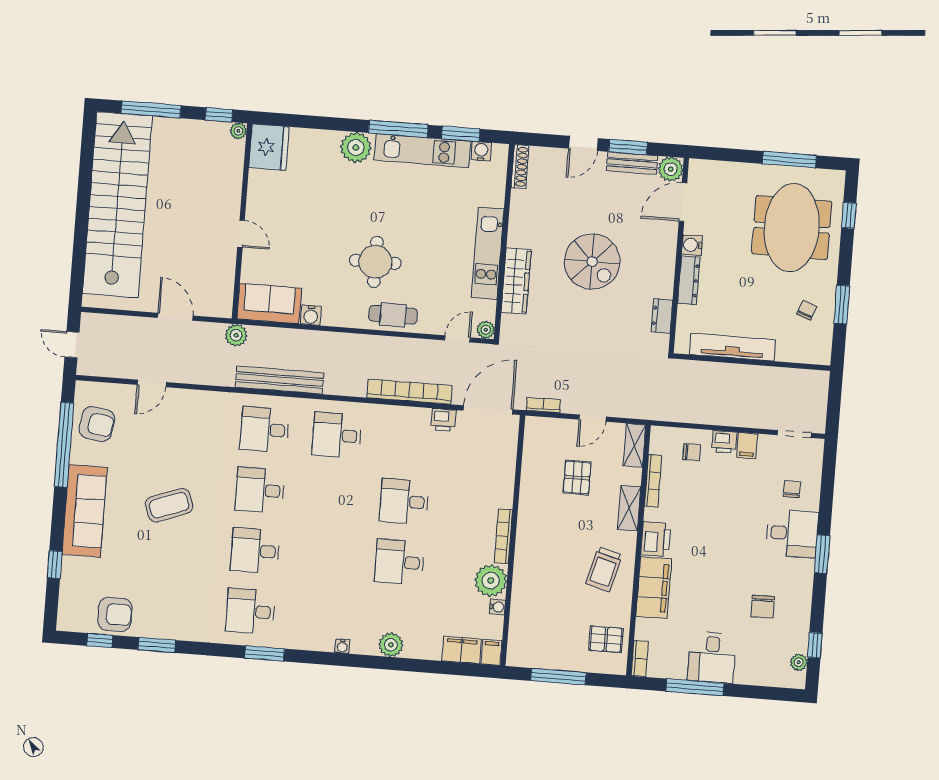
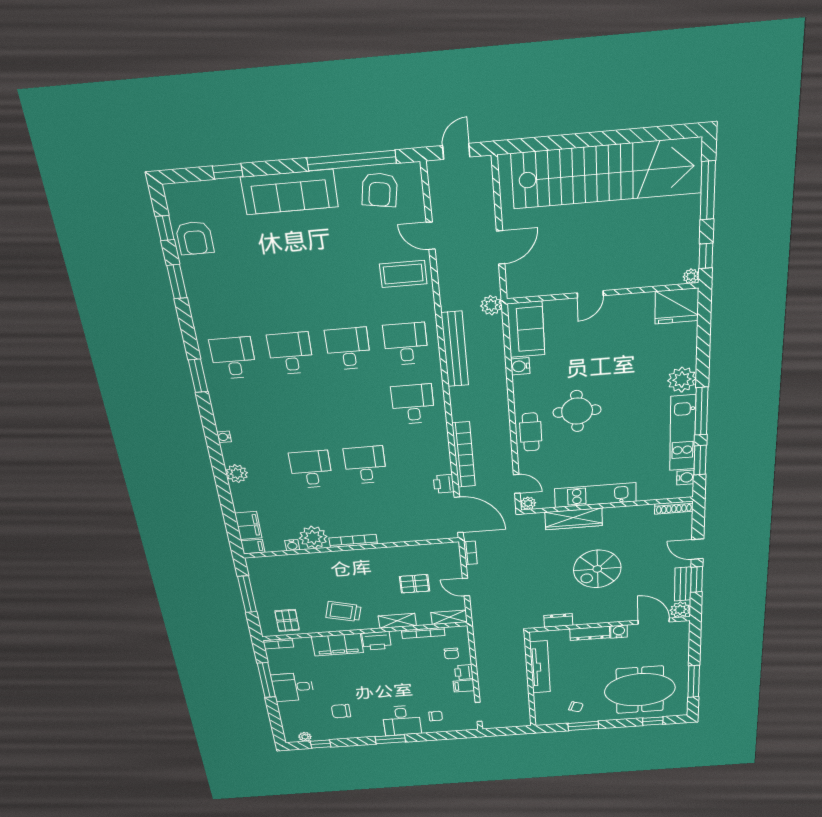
coffee table: (169, 505) -> (403, 274), moved, turned -70

